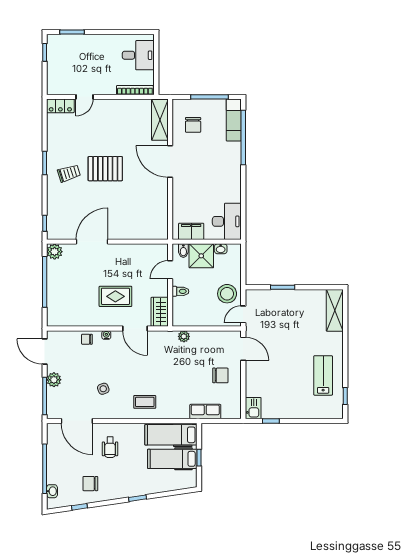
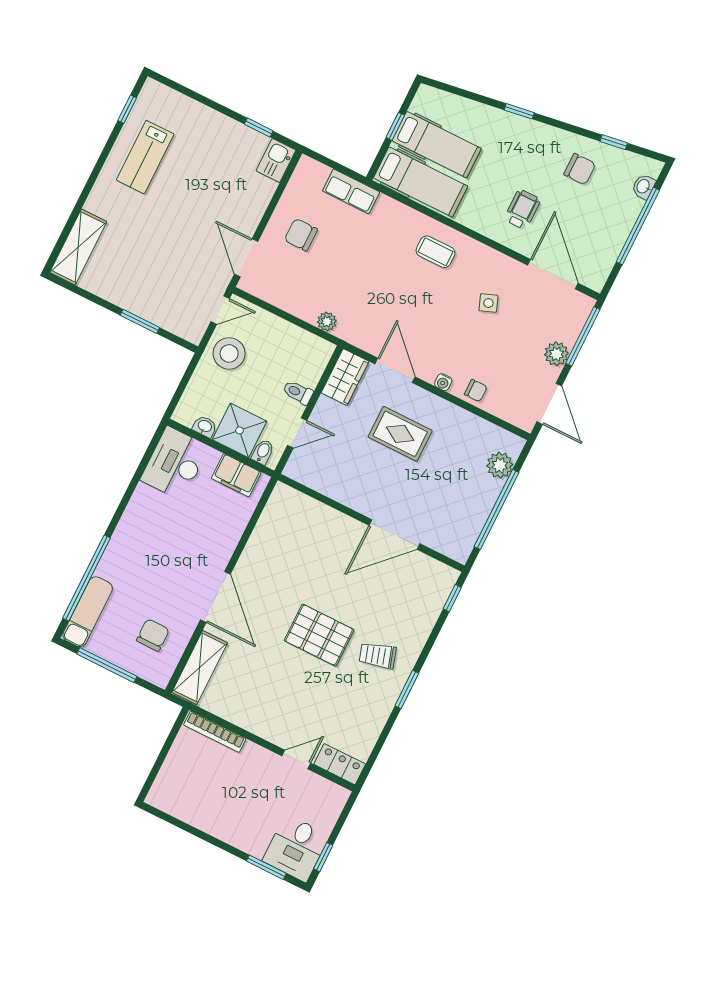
desk: (138, 55) -> (296, 848), moved, turned -90
plant: (55, 252) -> (500, 465), moved

